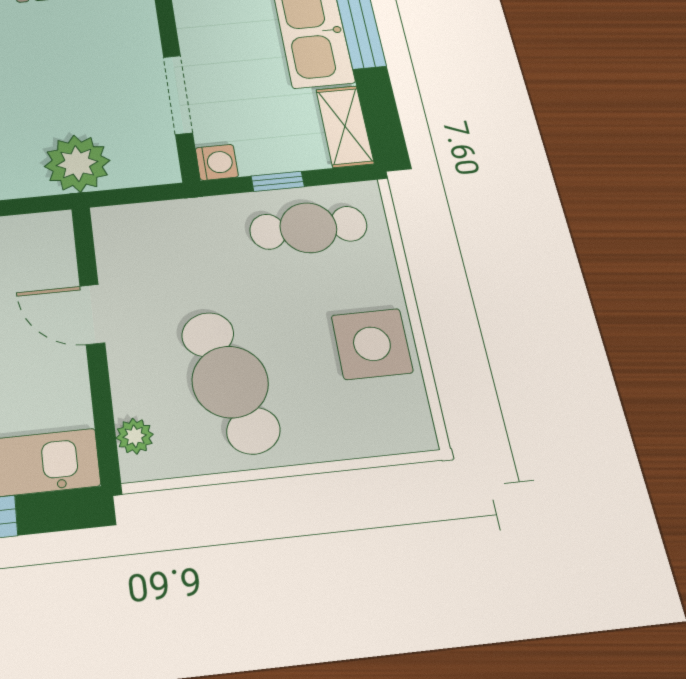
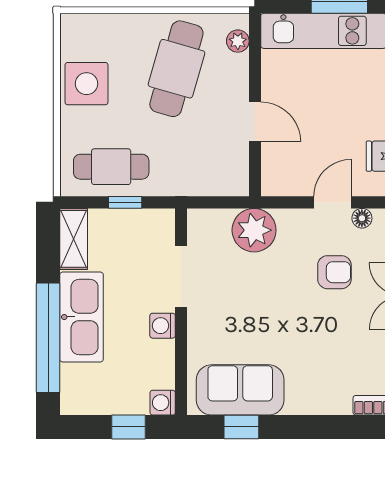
washing machine: (217, 162) -> (163, 326), moved
cafe table: (230, 382) -> (176, 69), turned 32

